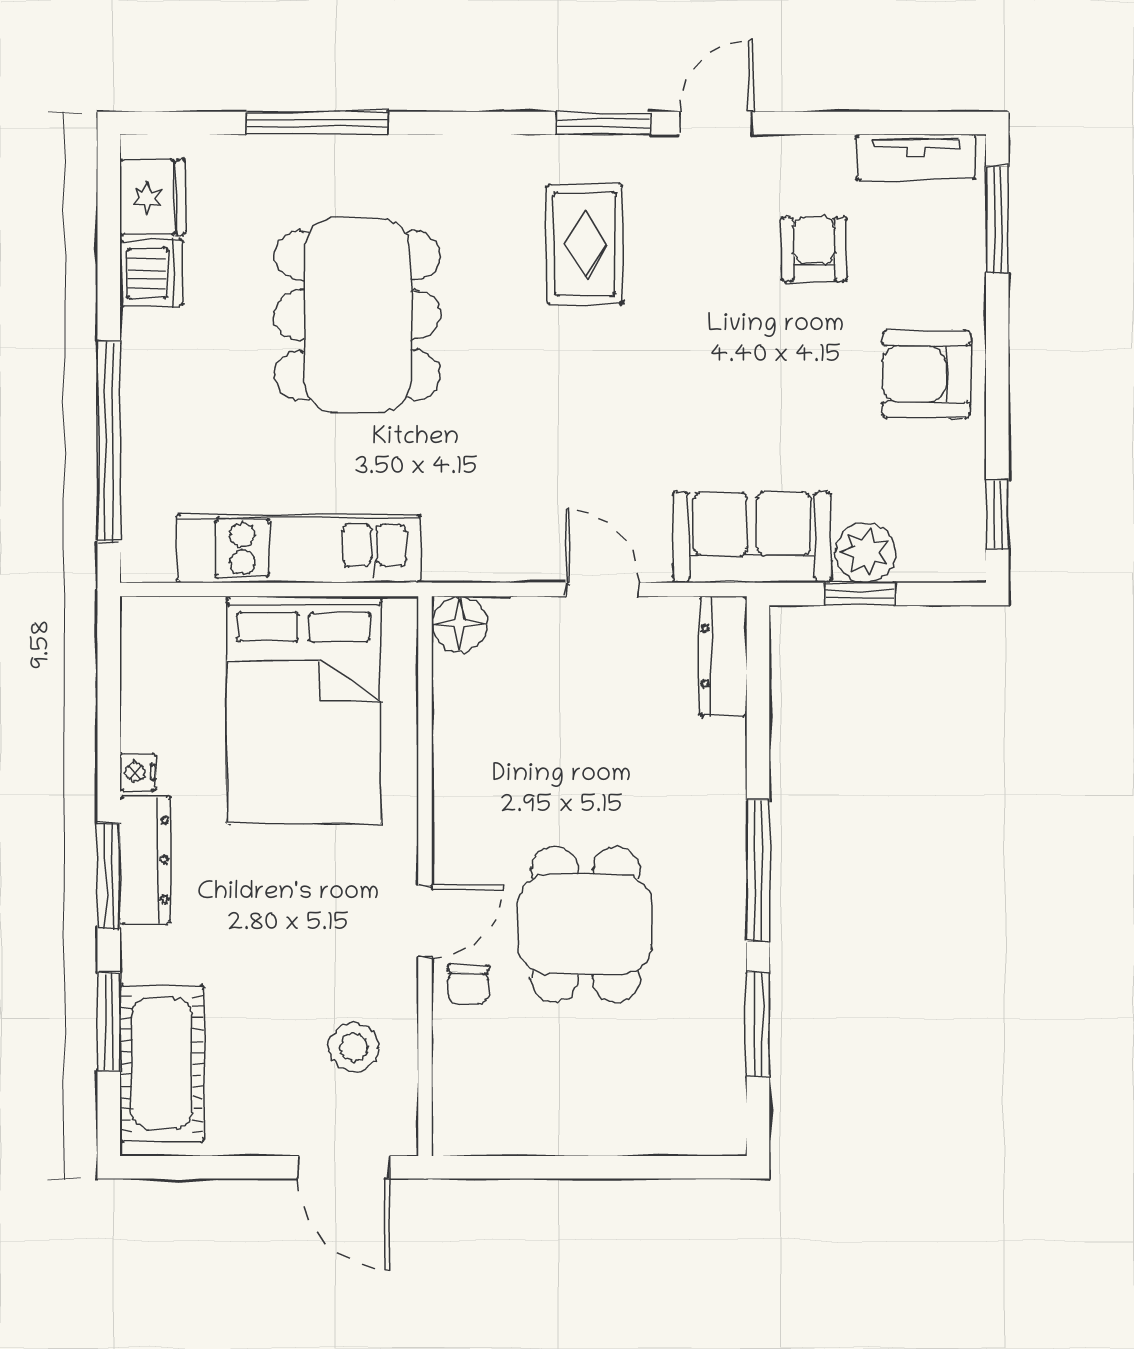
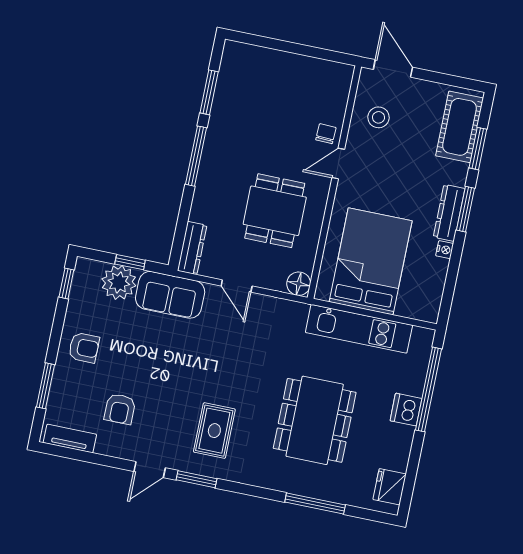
window: (997, 220) -> (45, 386), moved
dishwasher: (151, 273) -> (406, 410), moved
armchair: (926, 374) -> (84, 348), width x0.72, depth x0.72
plant: (865, 552) -> (119, 282), width x1.36, depth x1.36
dining table: (585, 924) -> (275, 211), moved

